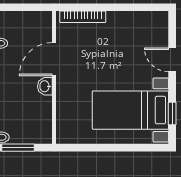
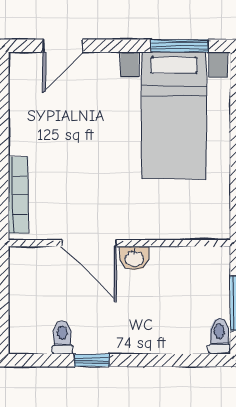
door: (172, 60) -> (63, 46), moved
window: (172, 113) -> (180, 46), width x1.50

